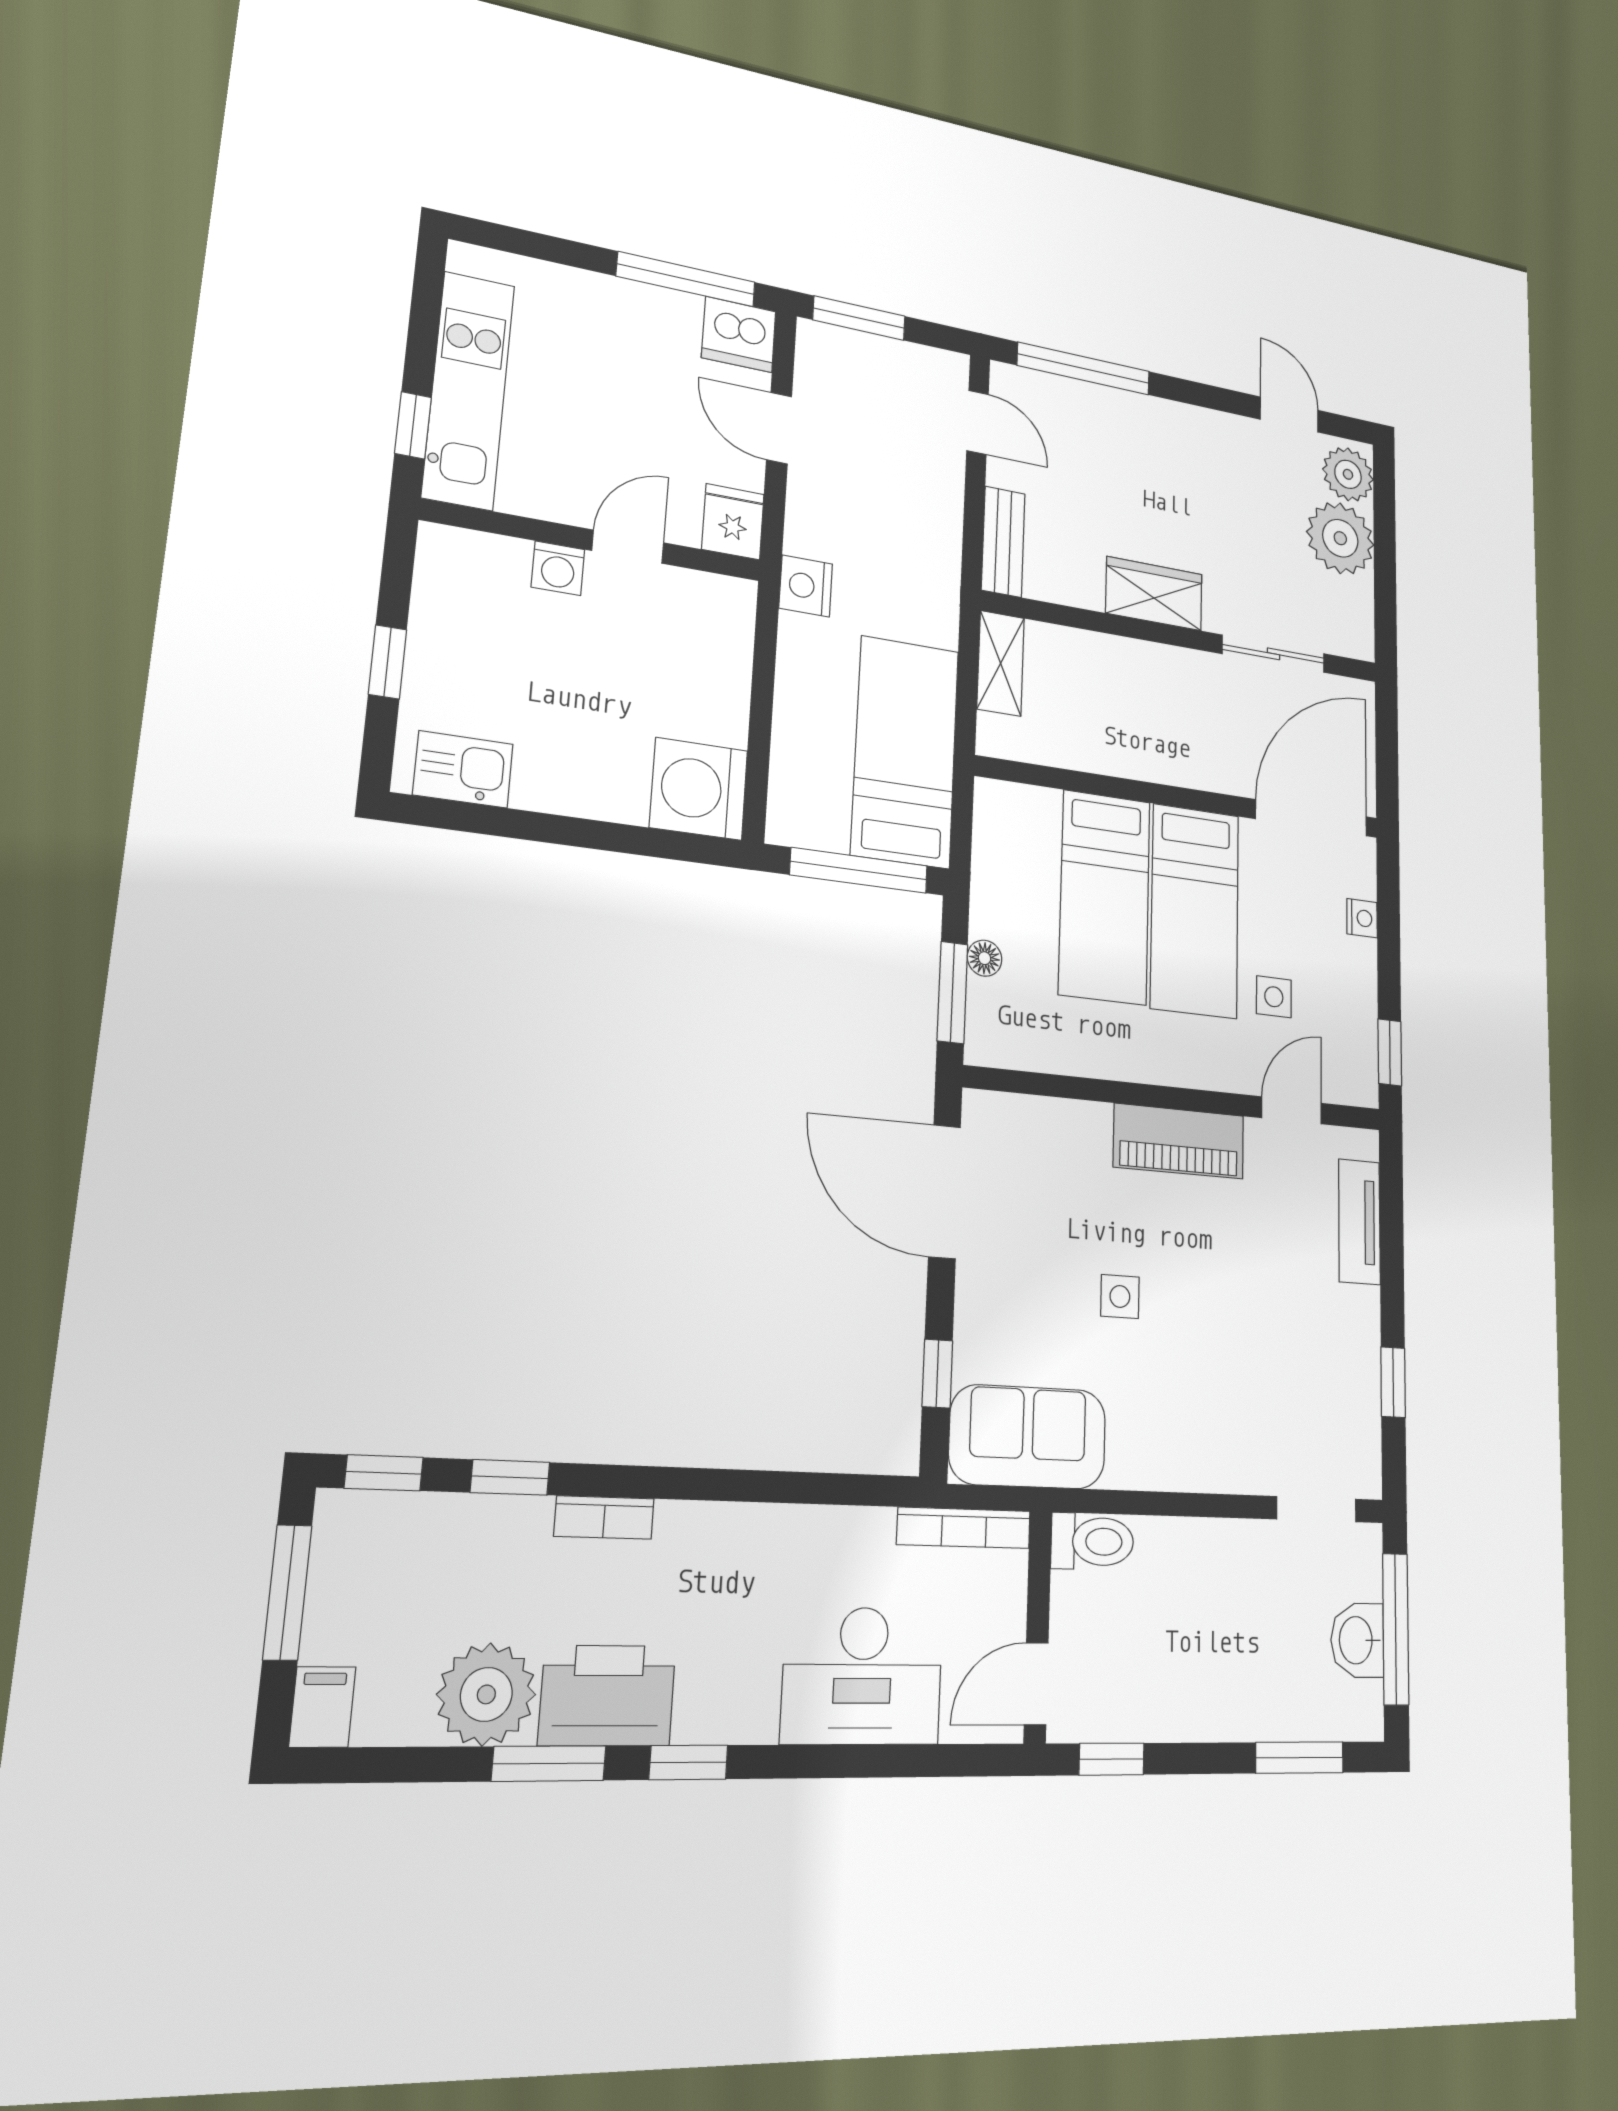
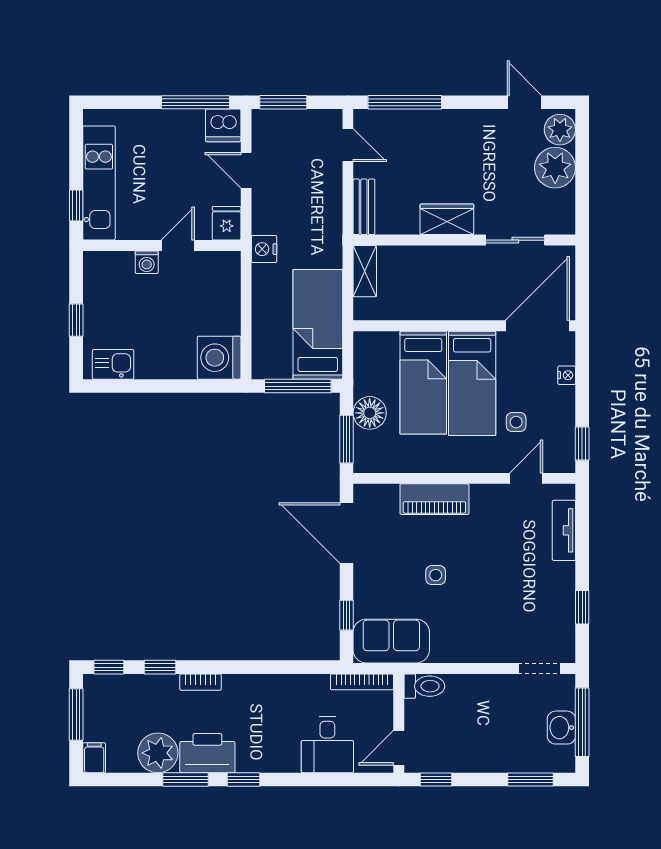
floor lamp: (984, 958) -> (370, 413), width x1.89, depth x1.89
piano: (1179, 1141) -> (434, 499), moved
desk: (862, 1676) -> (327, 745), width x0.73

